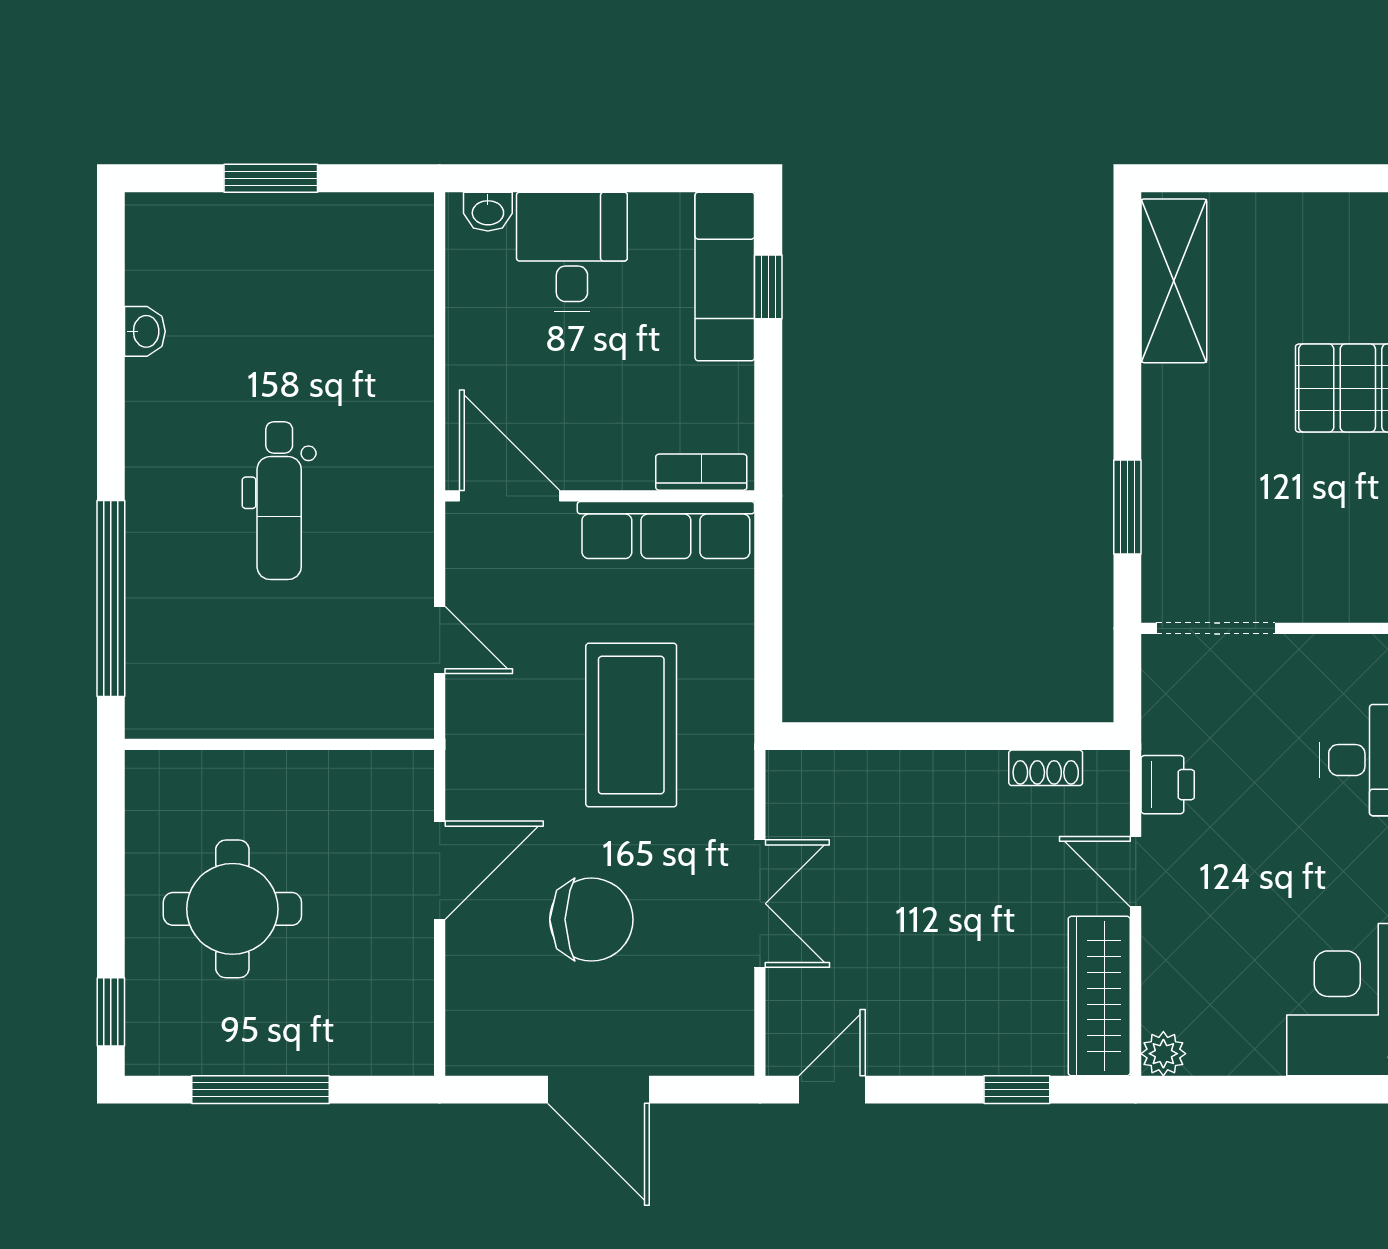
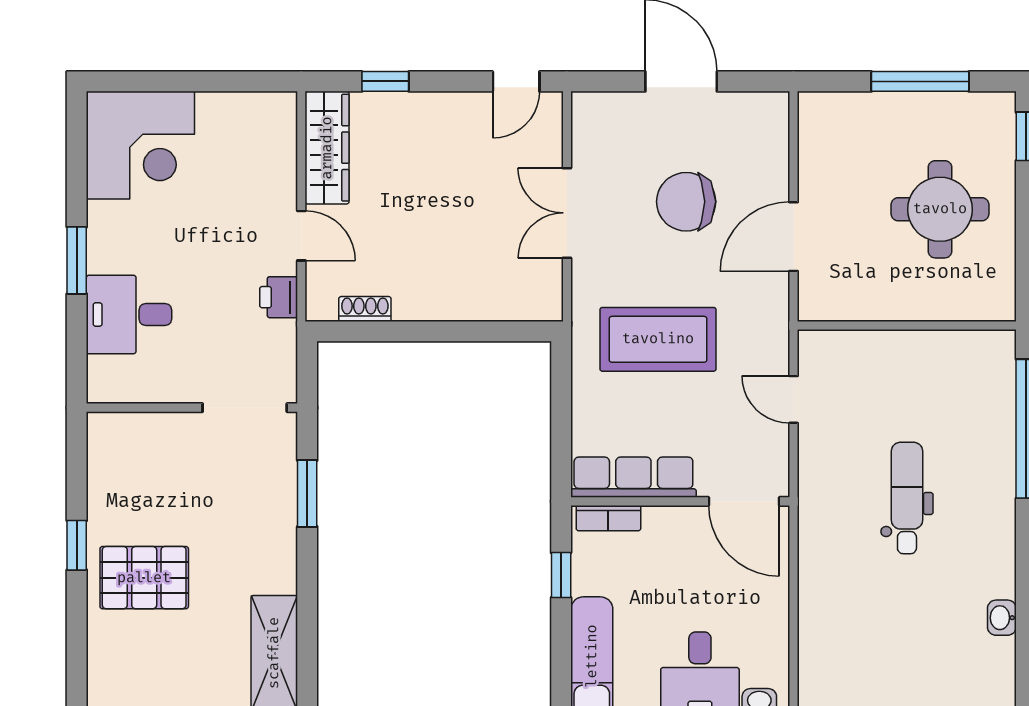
window: (768, 287) -> (561, 575), moved
coffee table: (631, 725) -> (658, 339), turned 90
plant: (1163, 1054) -> (282, 107), removed

